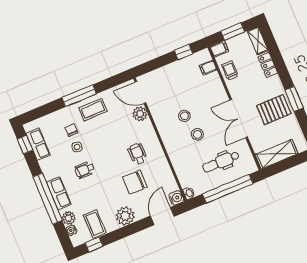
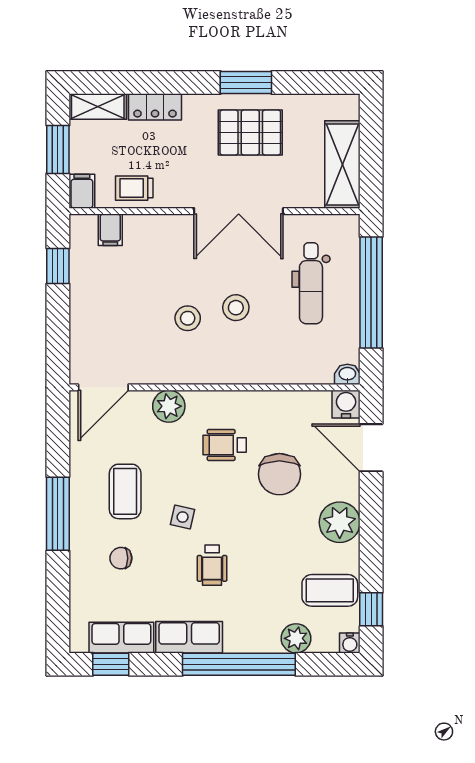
coffee table: (93, 110) -> (125, 491), moved
pallet: (274, 110) -> (250, 133), turned 90
plant: (140, 114) -> (169, 406), moved
side table: (77, 147) -> (183, 517), moved
row of seats: (59, 193) -> (189, 637), moved
water cooler: (71, 230) -> (350, 643), moved

